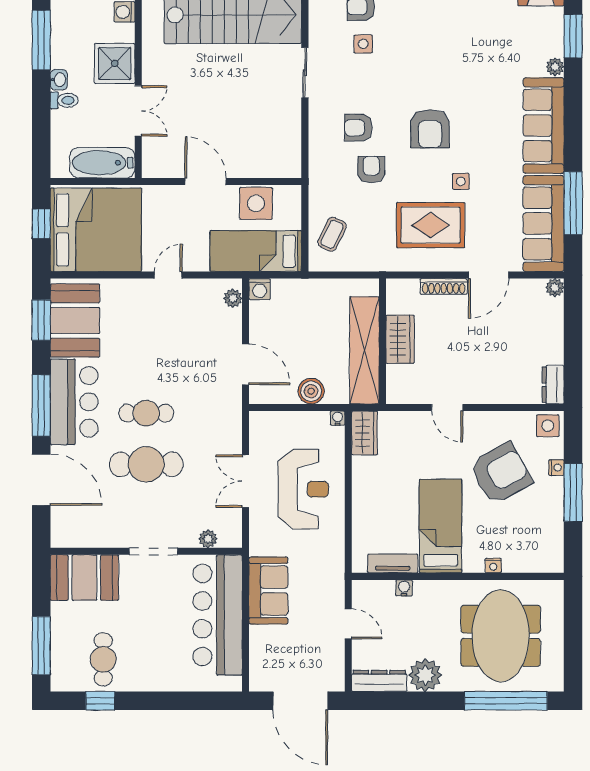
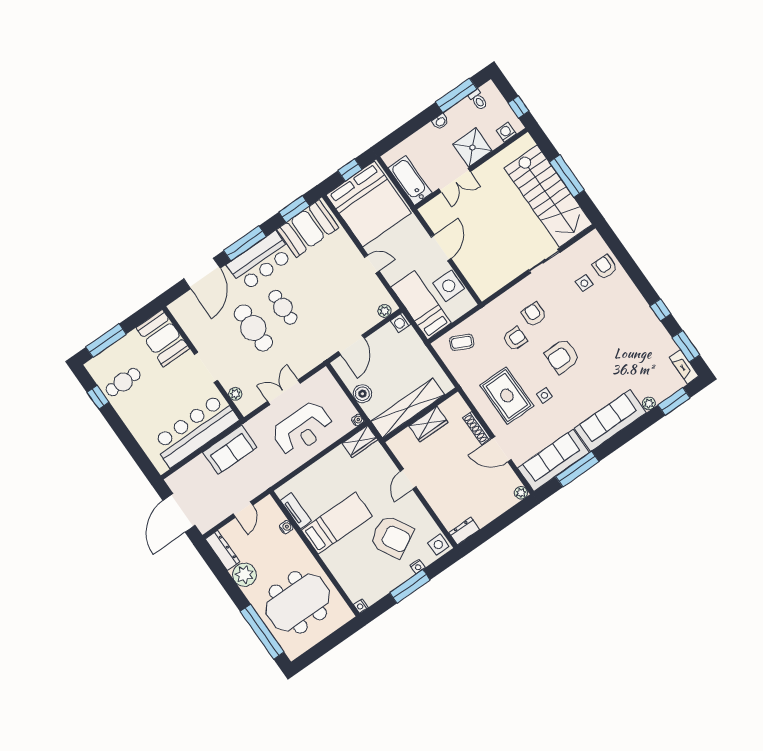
toilet: (64, 100) -> (478, 100), moved
nightstand: (493, 566) -> (361, 606), moved

